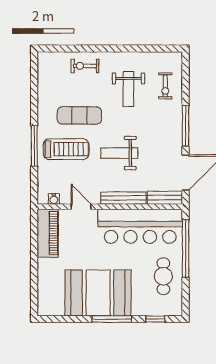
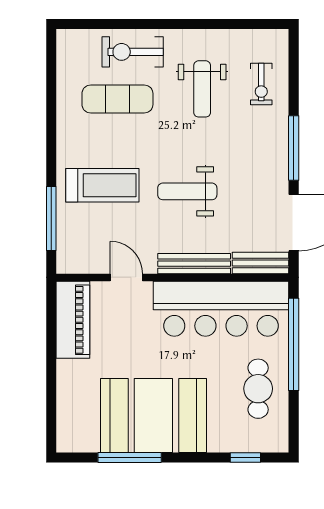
exercise bike: (85, 66) -> (133, 52), width x1.38, depth x1.39
exercise mat: (79, 115) -> (117, 99), moved
window: (34, 146) -> (51, 218), moved
water cooler: (54, 199) -> (83, 265), removed
window: (112, 319) -> (130, 457), moved

